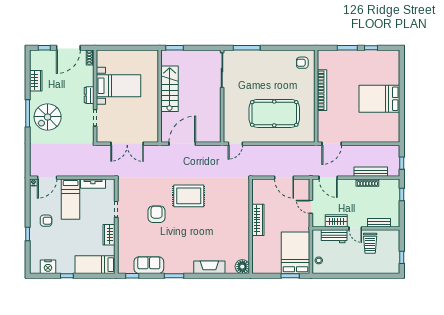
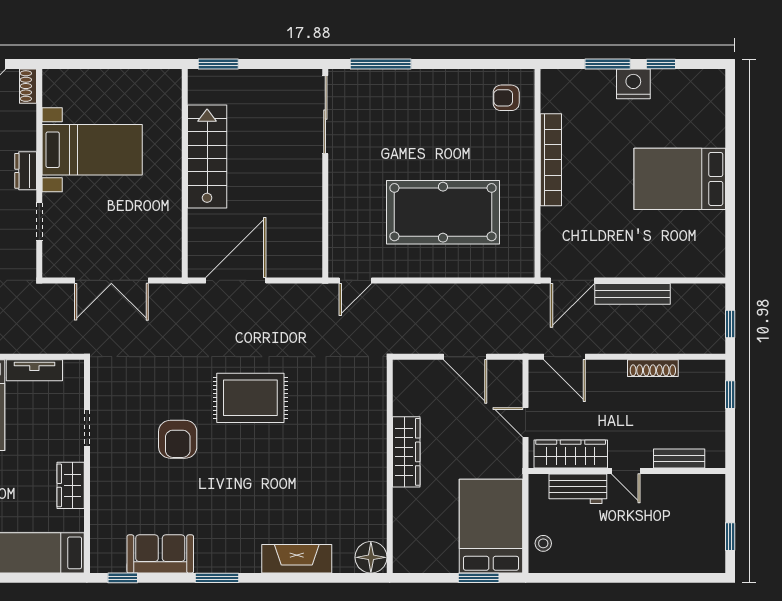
nightstand: (359, 56) -> (633, 84), added
bench: (371, 172) -> (633, 294), moved
armchair: (157, 214) -> (178, 439), turned 180
wardrobe: (336, 221) -> (571, 454), width x1.50
trolley: (370, 243) -> (659, 505), removed

